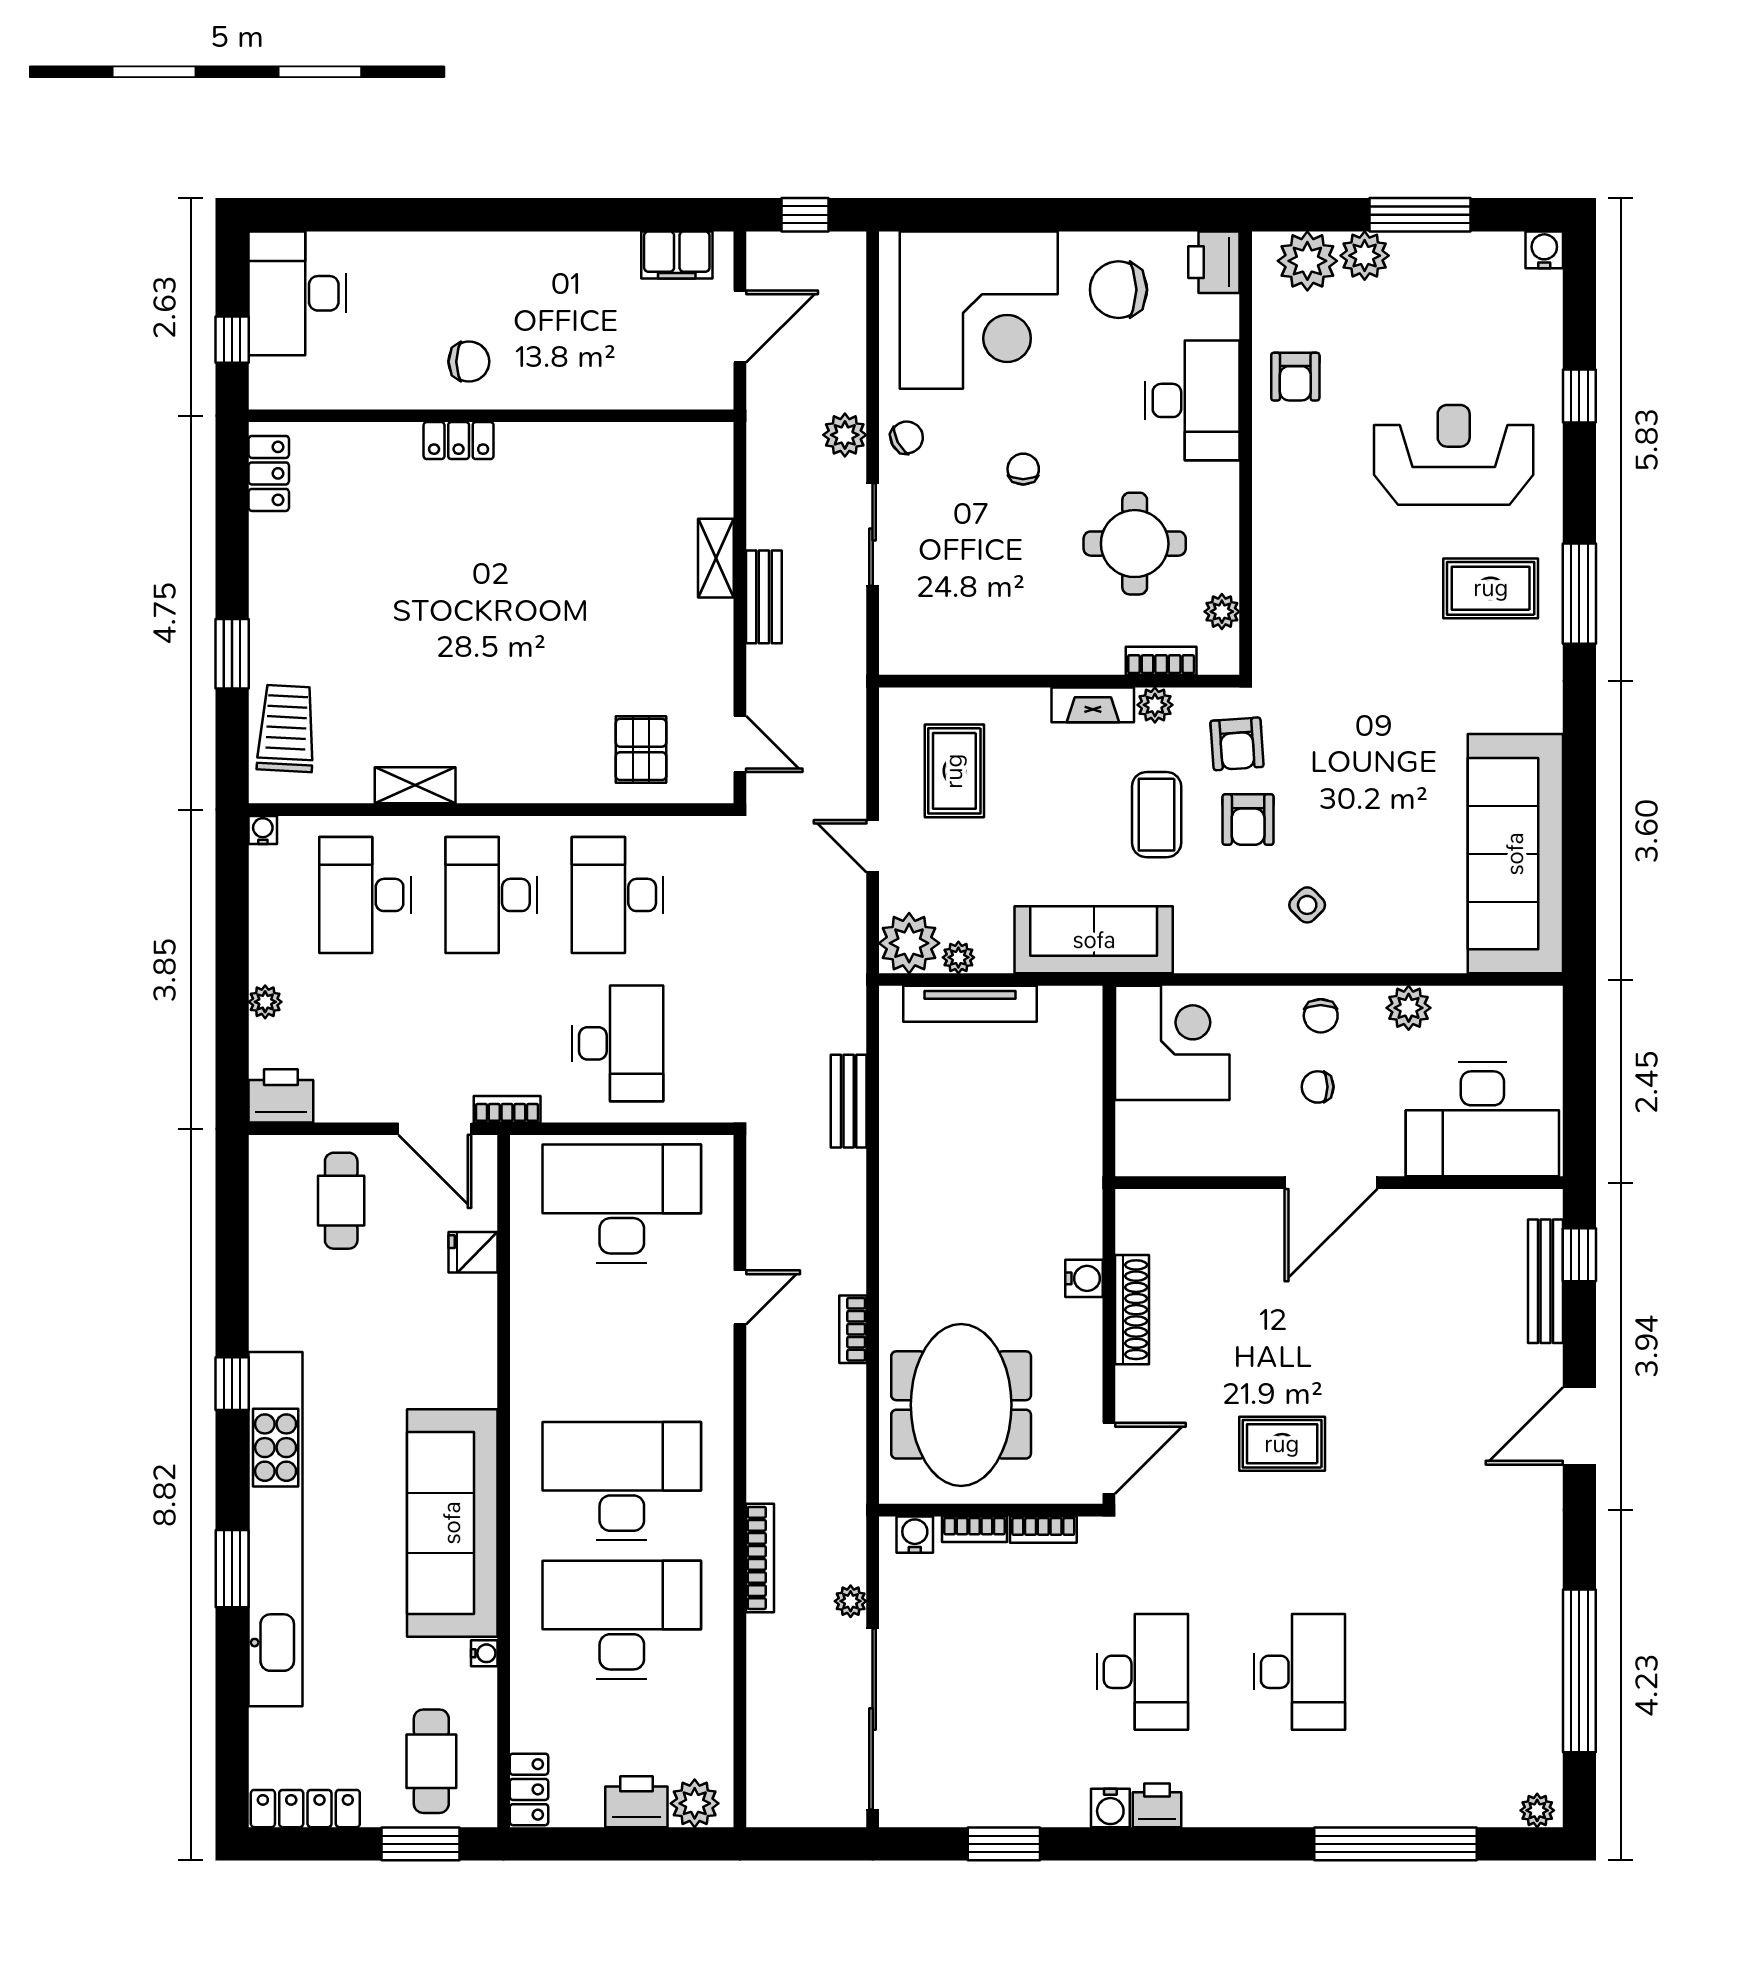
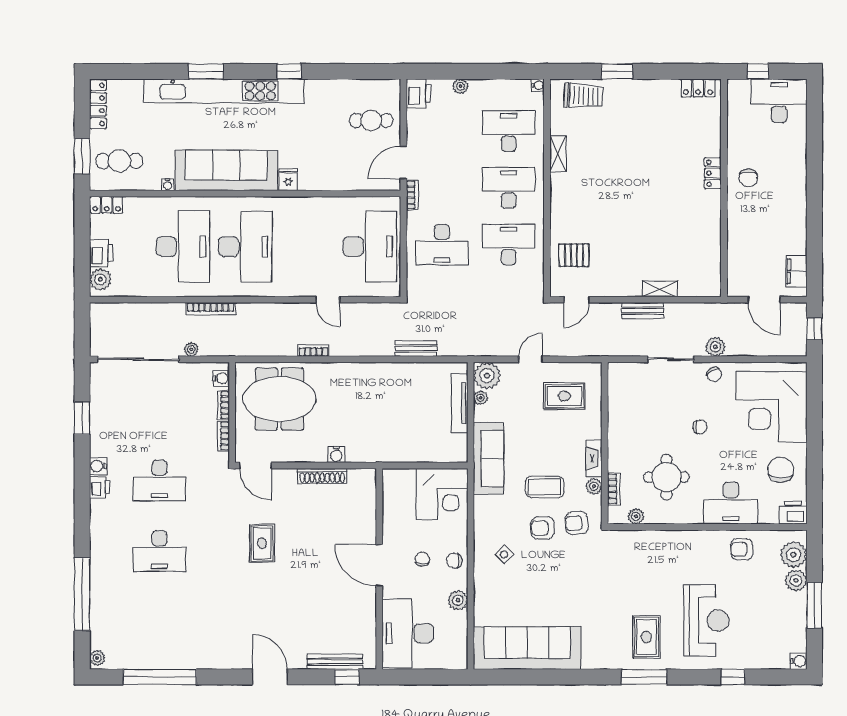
fridge: (473, 1252) -> (288, 180), moved

